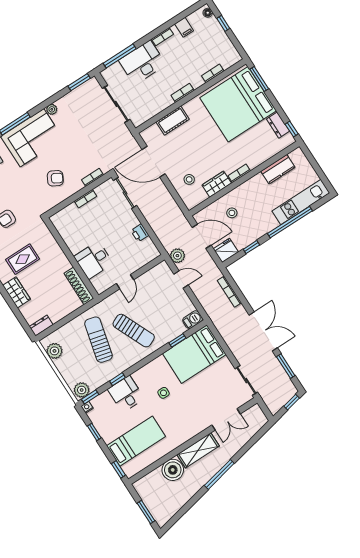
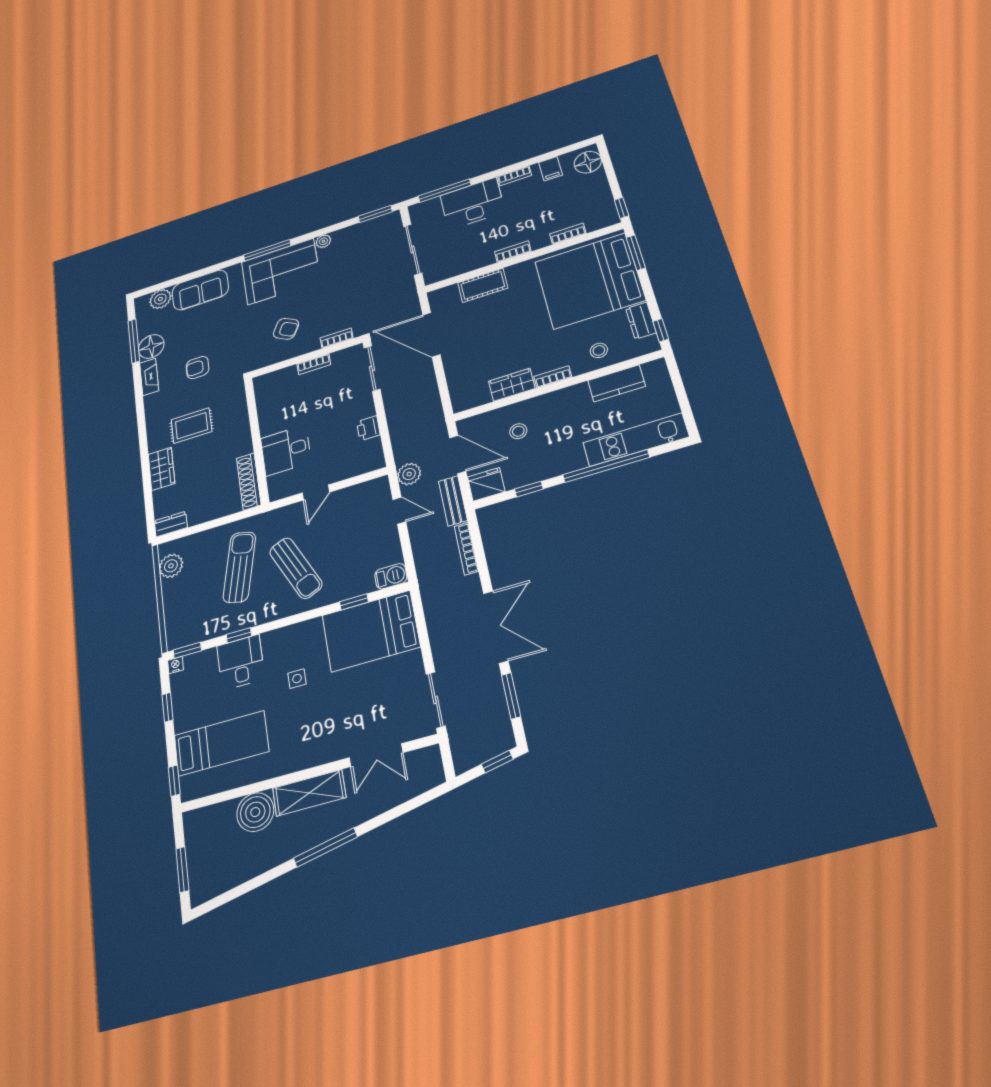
floor lamp: (208, 13) -> (588, 162), width x1.89, depth x1.89
window: (223, 23) -> (621, 208), moved
stool: (189, 179) -> (599, 350), moved
bench: (210, 265) -> (453, 501), added
plant: (82, 390) -> (180, 636), removed

